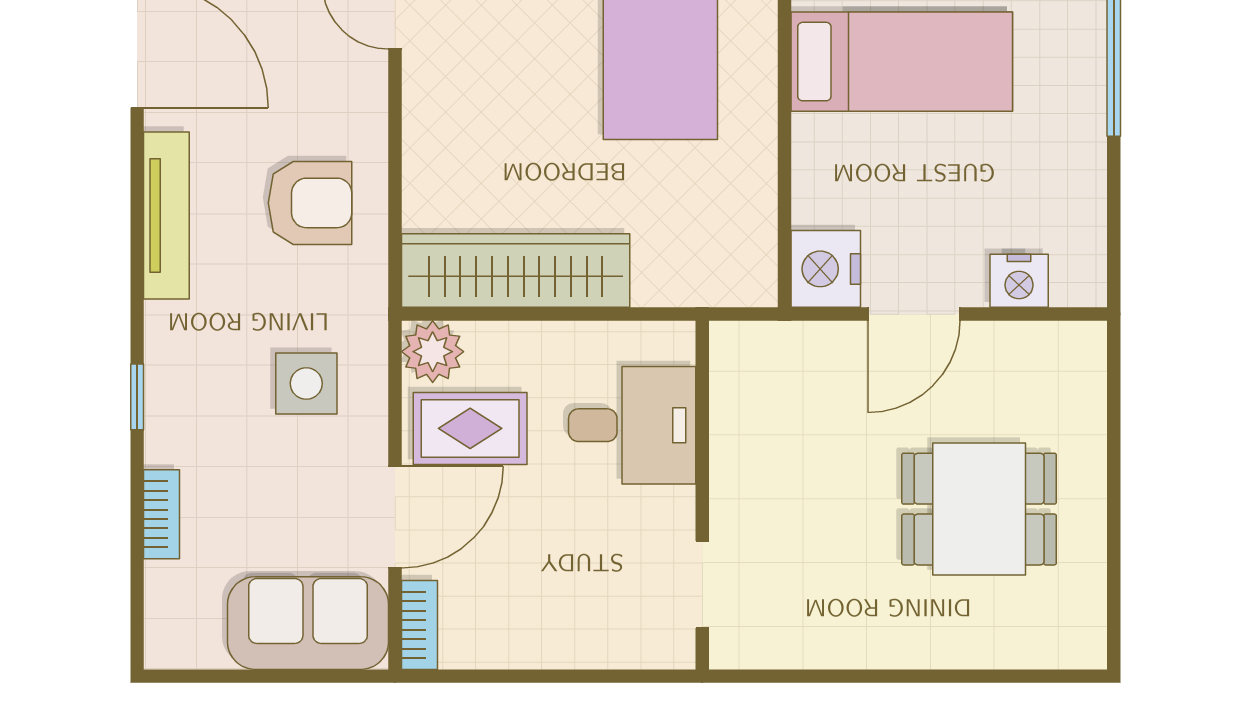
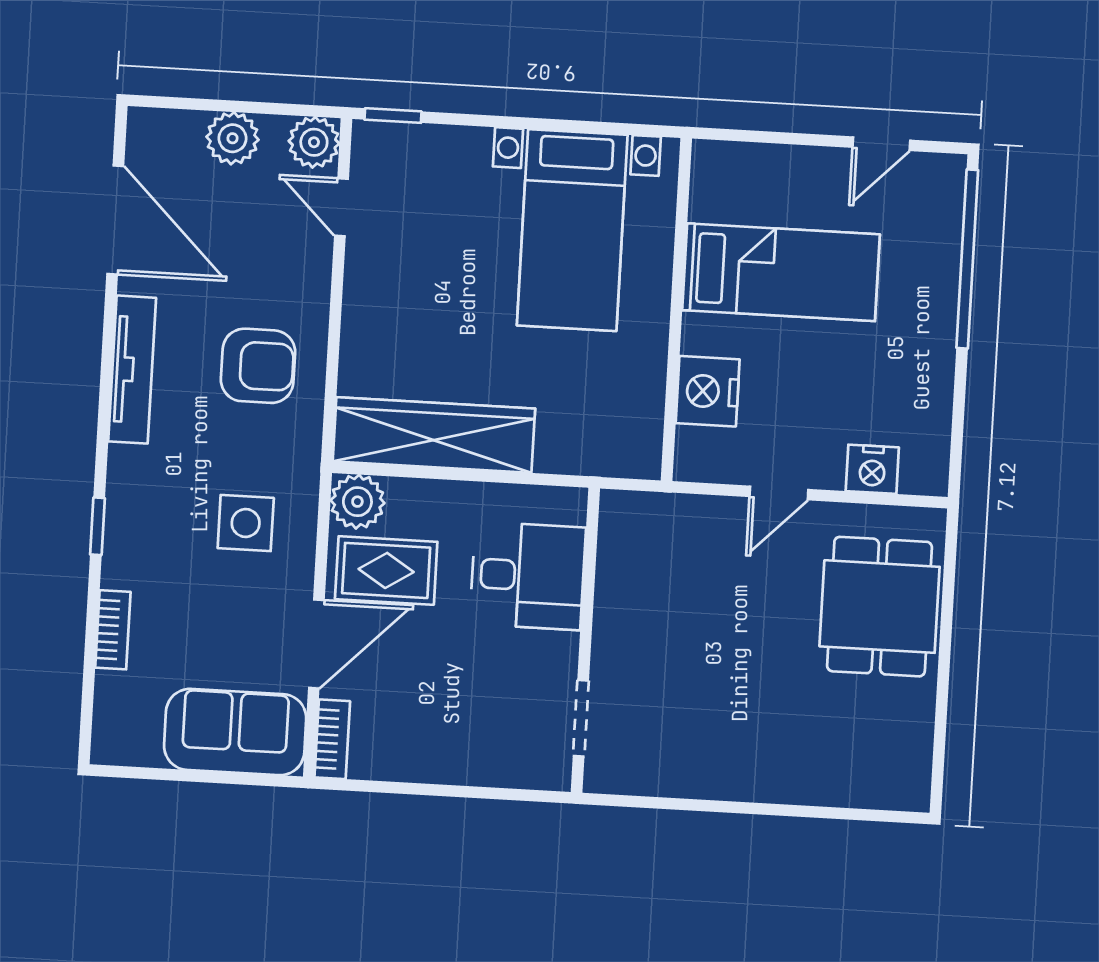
nightstand: (826, 269) -> (708, 391), moved
door: (914, 314) -> (779, 493), width x0.73
dining table: (979, 509) -> (880, 607), moved, turned 90

